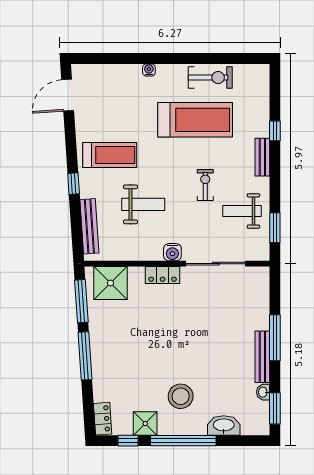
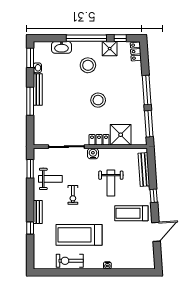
door: (68, 95) -> (156, 232), moved
weight bench: (143, 204) -> (111, 183), turned -90
shower: (110, 283) -> (121, 135), moved
stool: (164, 340) -> (98, 100), added

